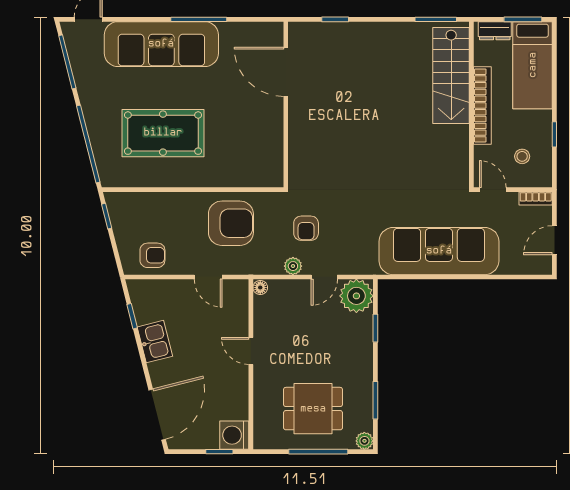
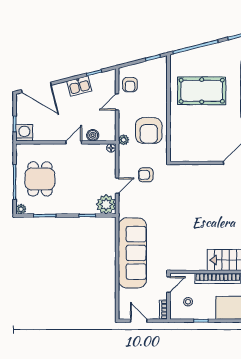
pool table: (163, 133) -> (202, 91), turned 90
plant: (293, 266) -> (124, 140), moved
door: (208, 277) -> (117, 102), moved
door: (324, 277) -> (117, 186), swing flipped
boiler: (239, 319) -> (93, 135), added

